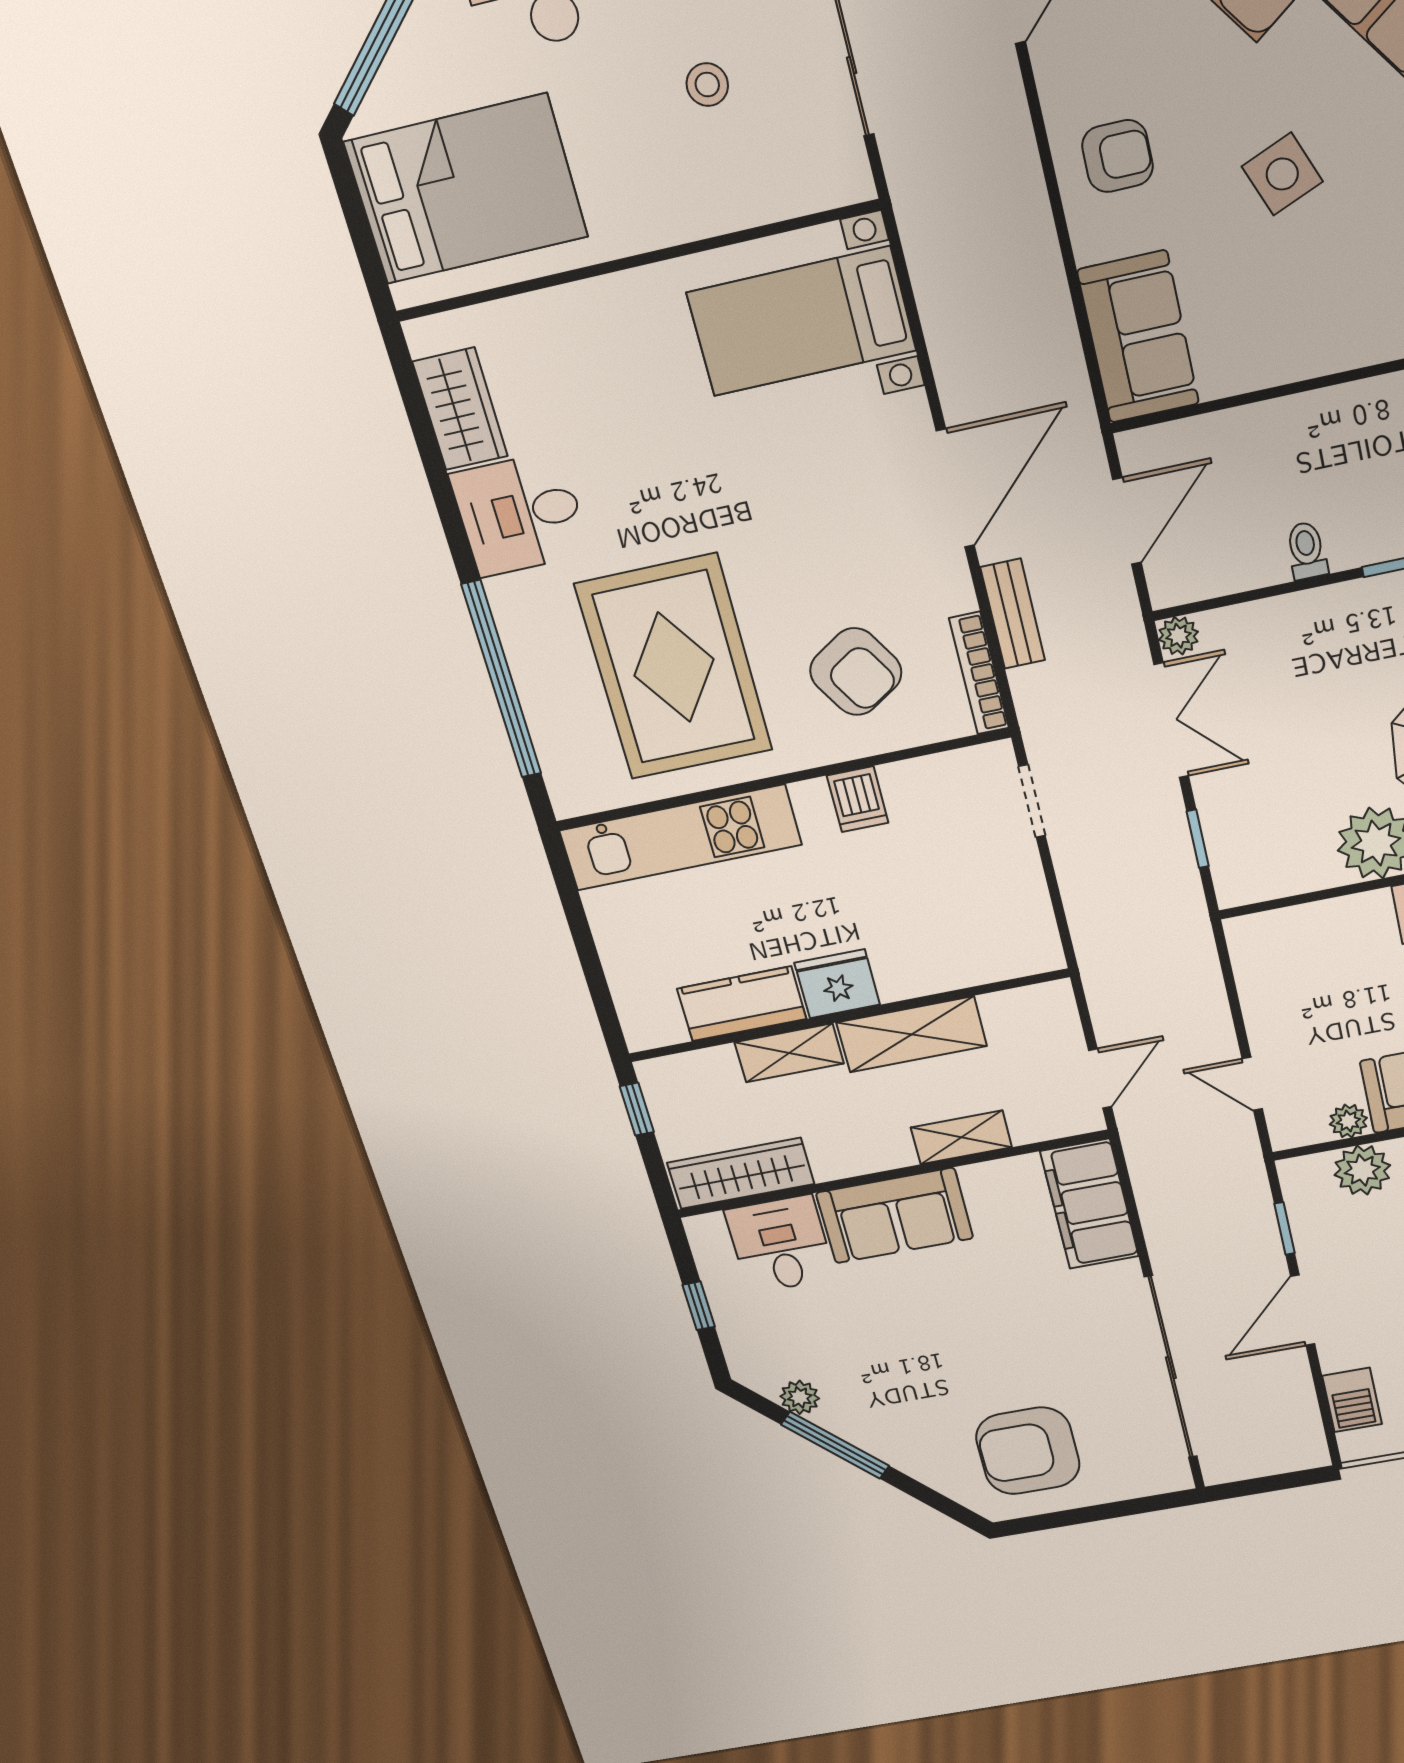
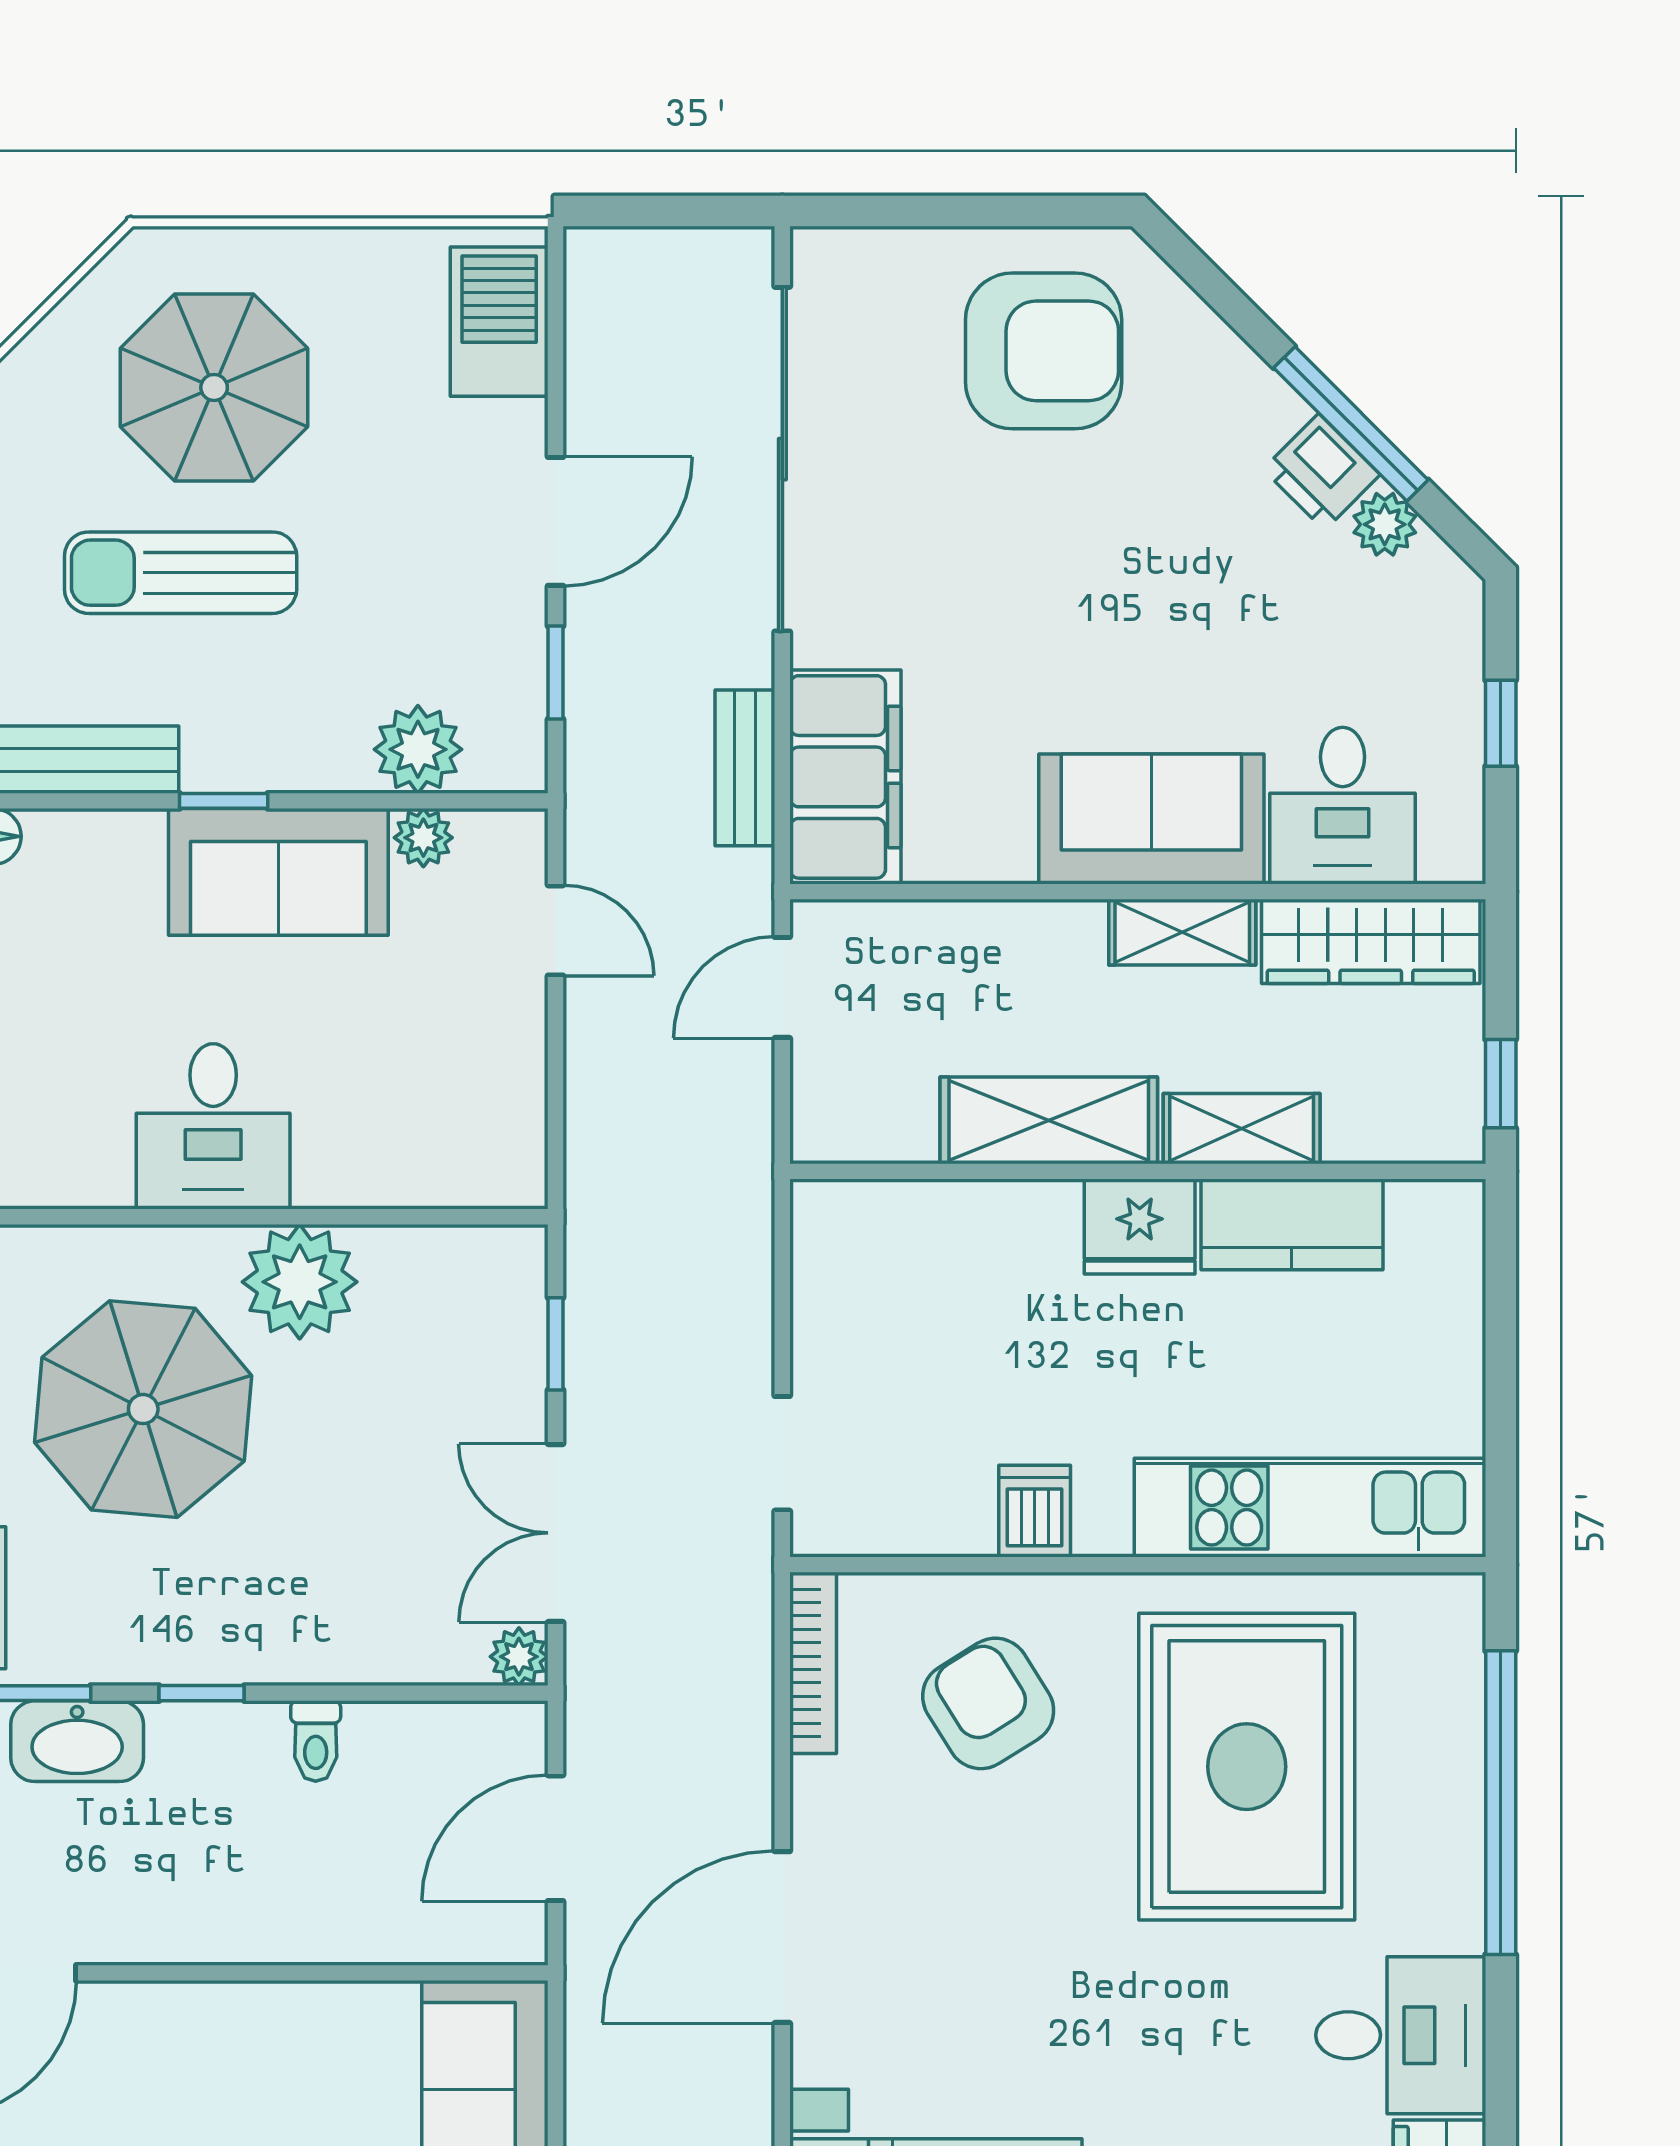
bench: (1013, 614) -> (745, 768), moved
shelving: (961, 1137) -> (1182, 932), moved
barbecue: (1352, 1400) -> (499, 322), width x1.38, depth x1.27
printer: (845, 1418) -> (1322, 472), added

